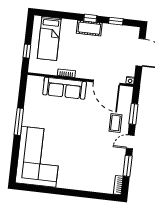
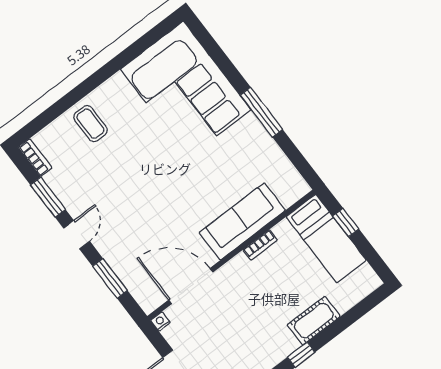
cot: (89, 28) -> (314, 321), moved
bed: (49, 38) -> (326, 239), moved, turned 180
coffee table: (115, 123) -> (91, 124), moved

